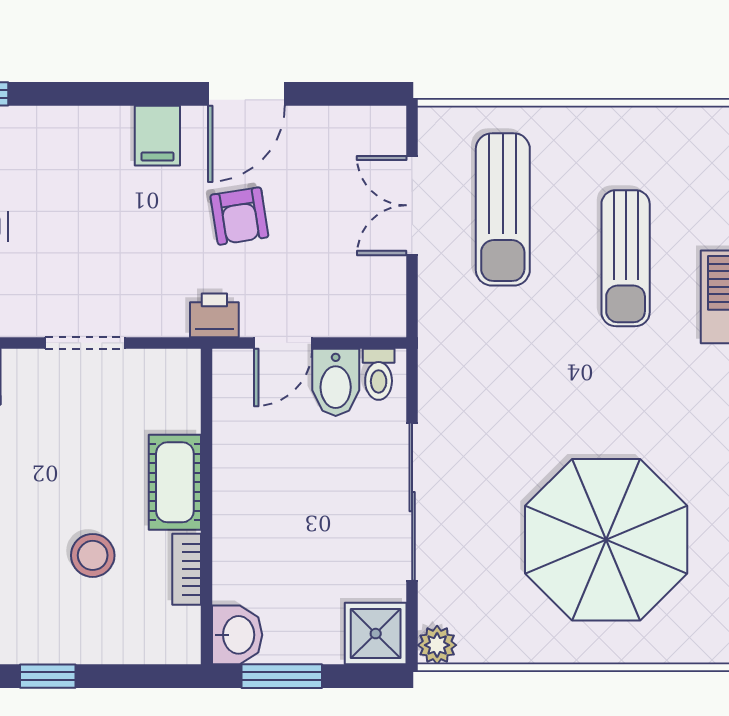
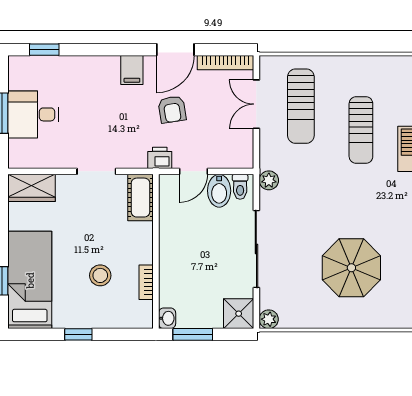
bookcase: (349, 120) -> (226, 63), added
plant: (437, 361) -> (269, 180), added
cot: (175, 482) -> (140, 198), moved
parasol: (606, 540) -> (351, 268), width x0.73, depth x0.73
washbasin: (237, 635) -> (167, 318), width x0.72, depth x0.69

